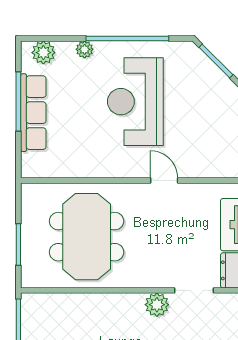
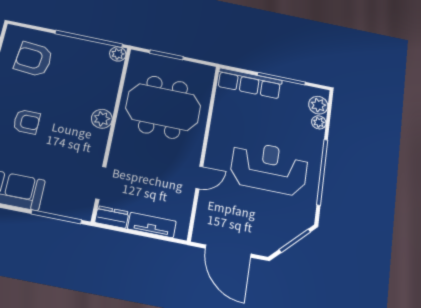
plant: (85, 49) -> (319, 122), moved
row of seats: (33, 113) -> (250, 83), moved
plant: (30, 302) -> (118, 54), added
plant: (157, 305) -> (102, 119), moved

